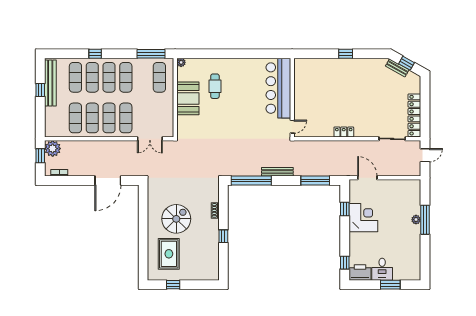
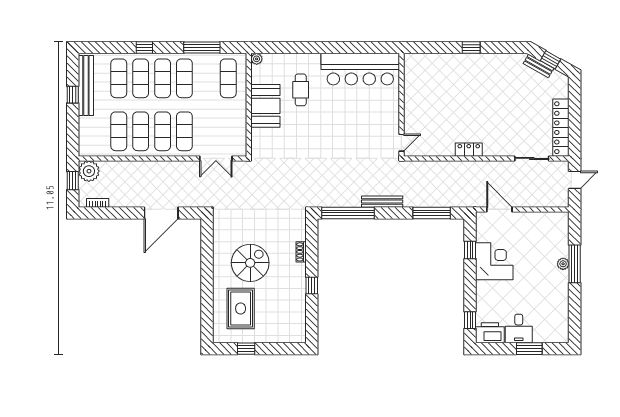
window: (151, 54) -> (202, 48), moved
bar counter: (278, 88) -> (360, 69), moved, turned -90

